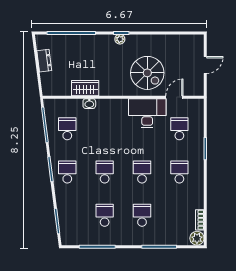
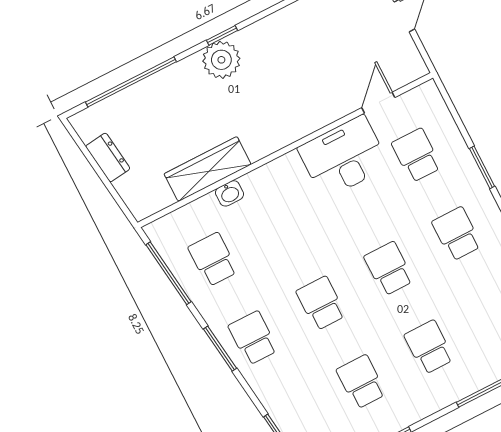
plant: (120, 39) -> (221, 60), width x1.87, depth x1.87
spiral stairs: (147, 73) -> (306, 84), removed
wardrobe: (85, 88) -> (208, 169), width x1.50

